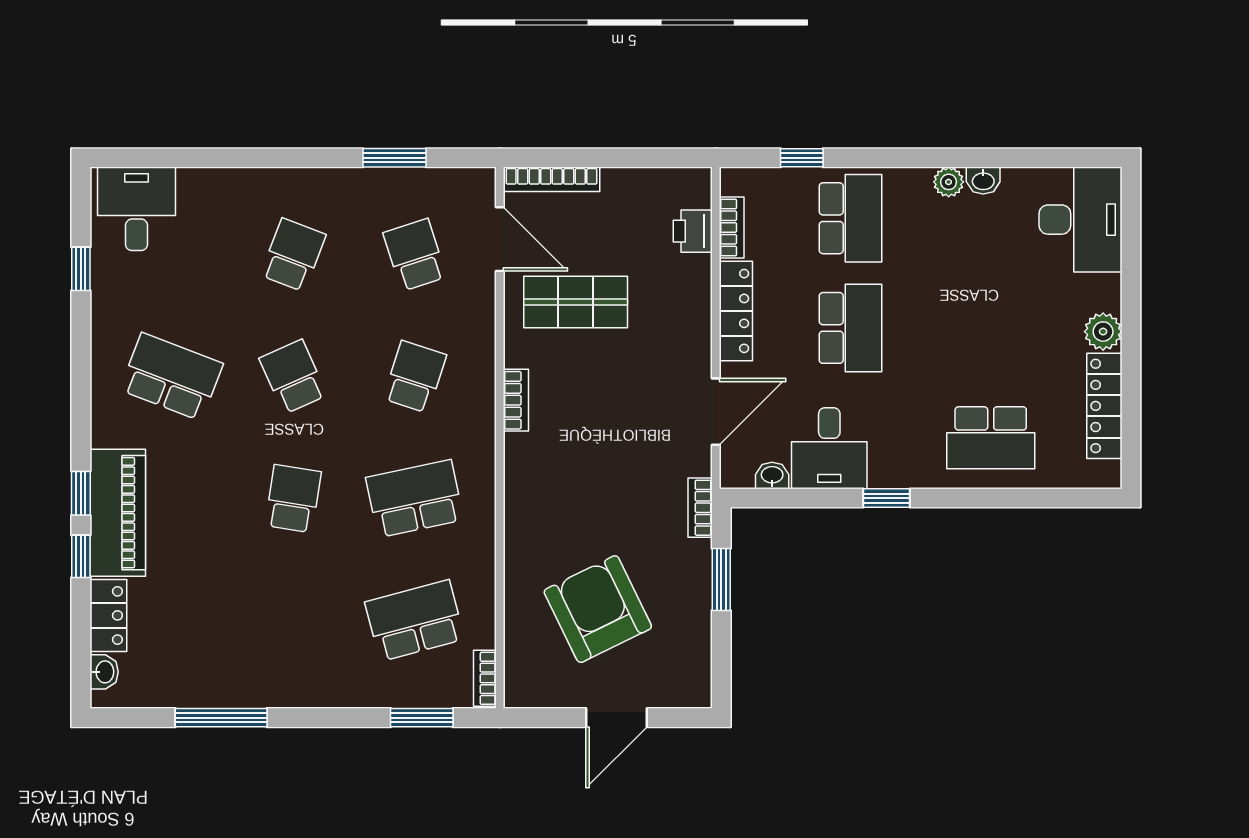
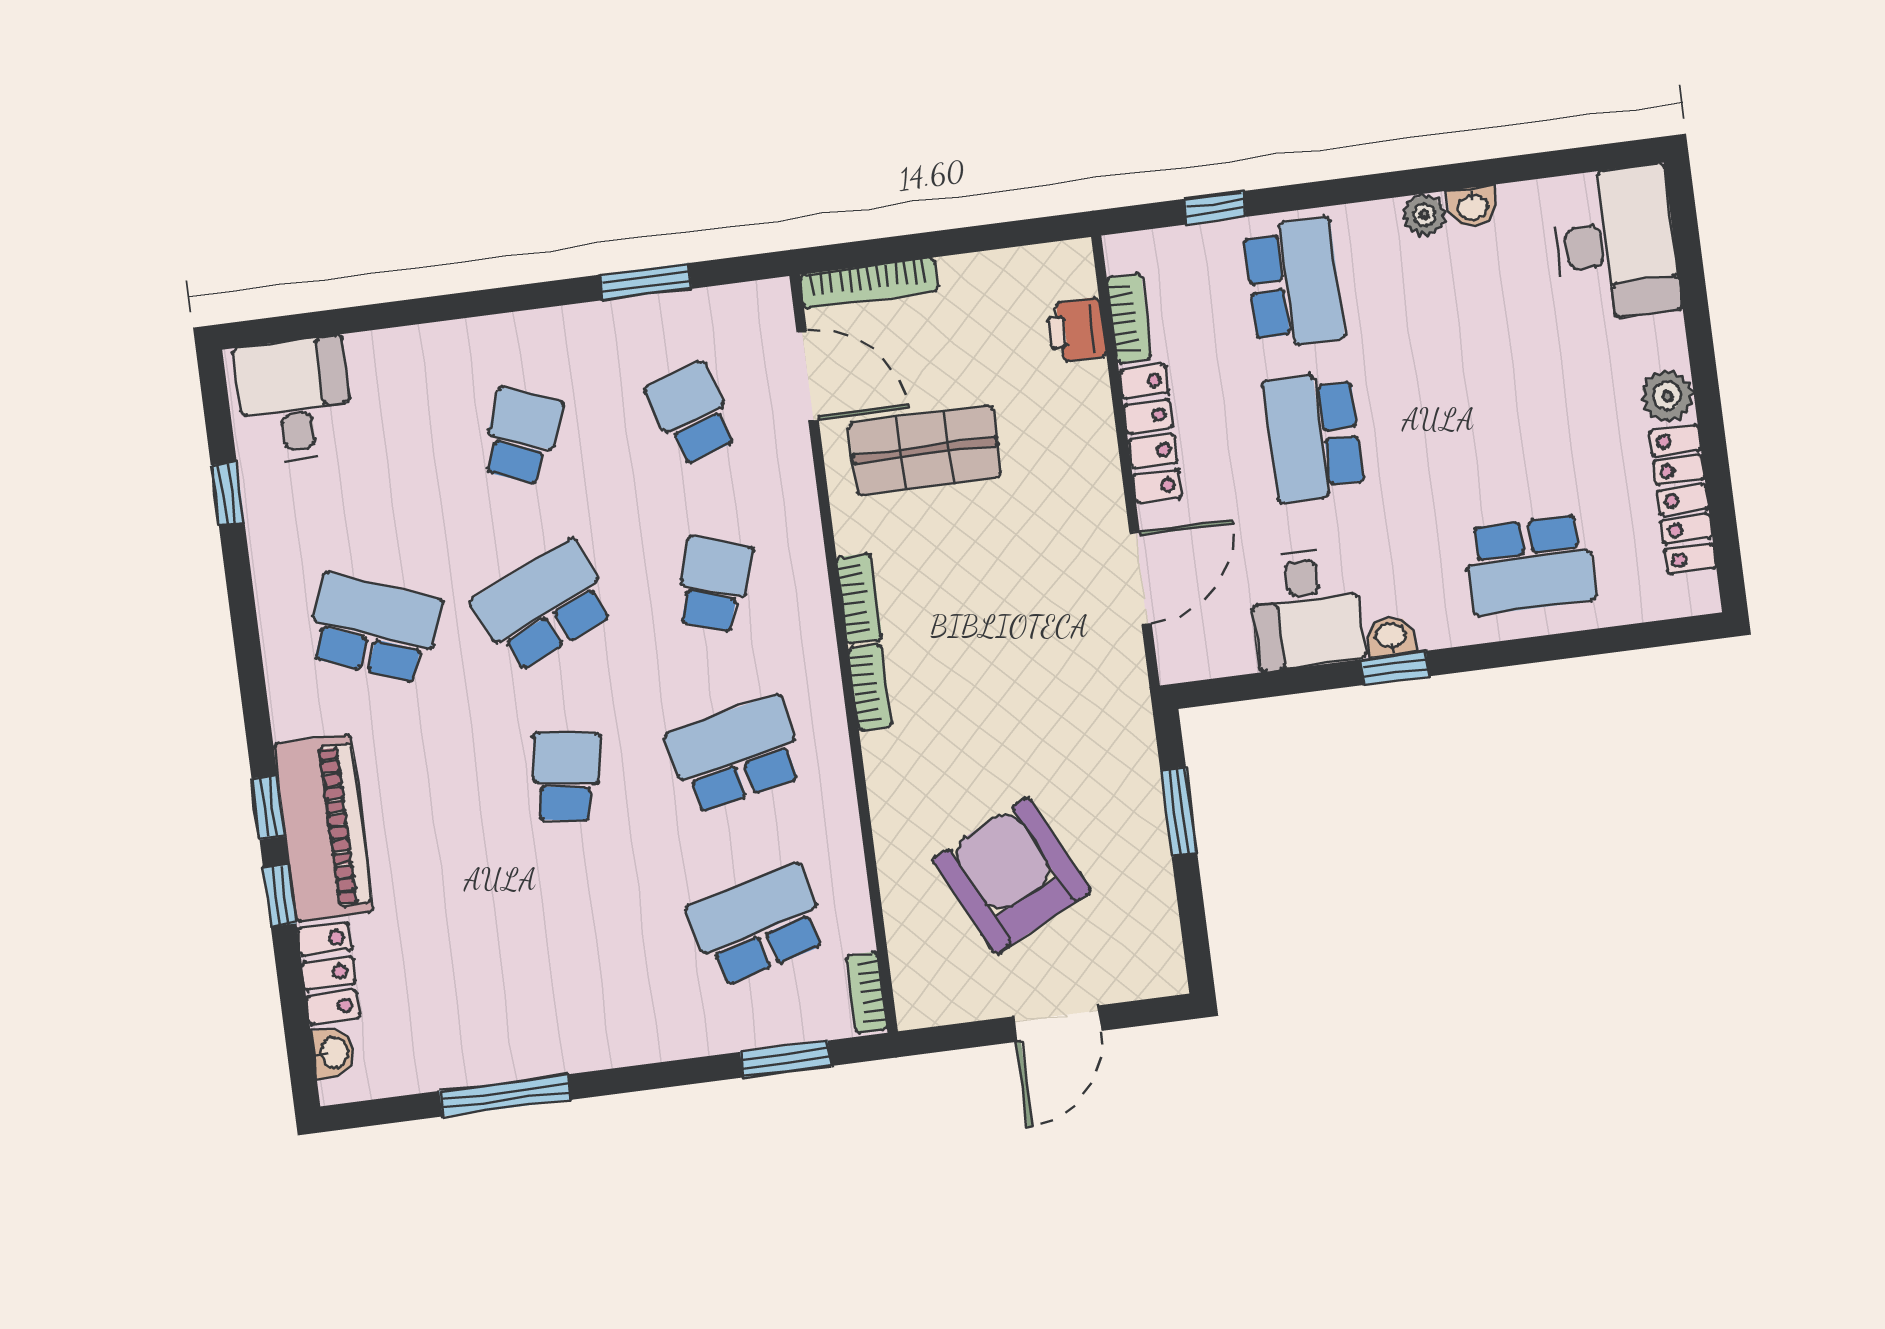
school desk: (850, 328) -> (1314, 437), turned 180
school desk: (293, 377) -> (544, 606), width x1.85
washbasin: (772, 476) -> (1391, 636), moved
bookcase: (700, 508) -> (870, 688), moved, turned 180

